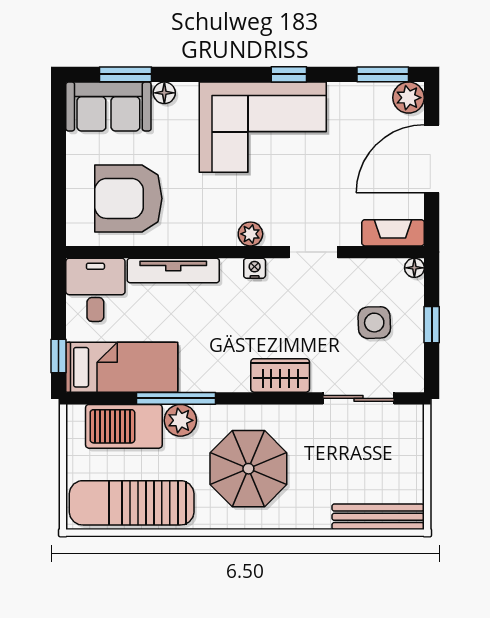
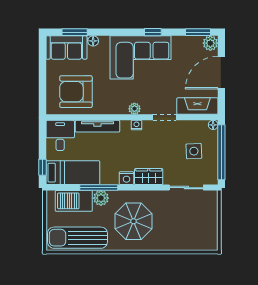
fireplace: (393, 233) -> (197, 106), width x1.37, depth x1.32
window: (432, 325) -> (221, 152), width x3.17
nightstand: (234, 379) -> (127, 178), added
bench: (378, 517) -> (196, 244), removed

